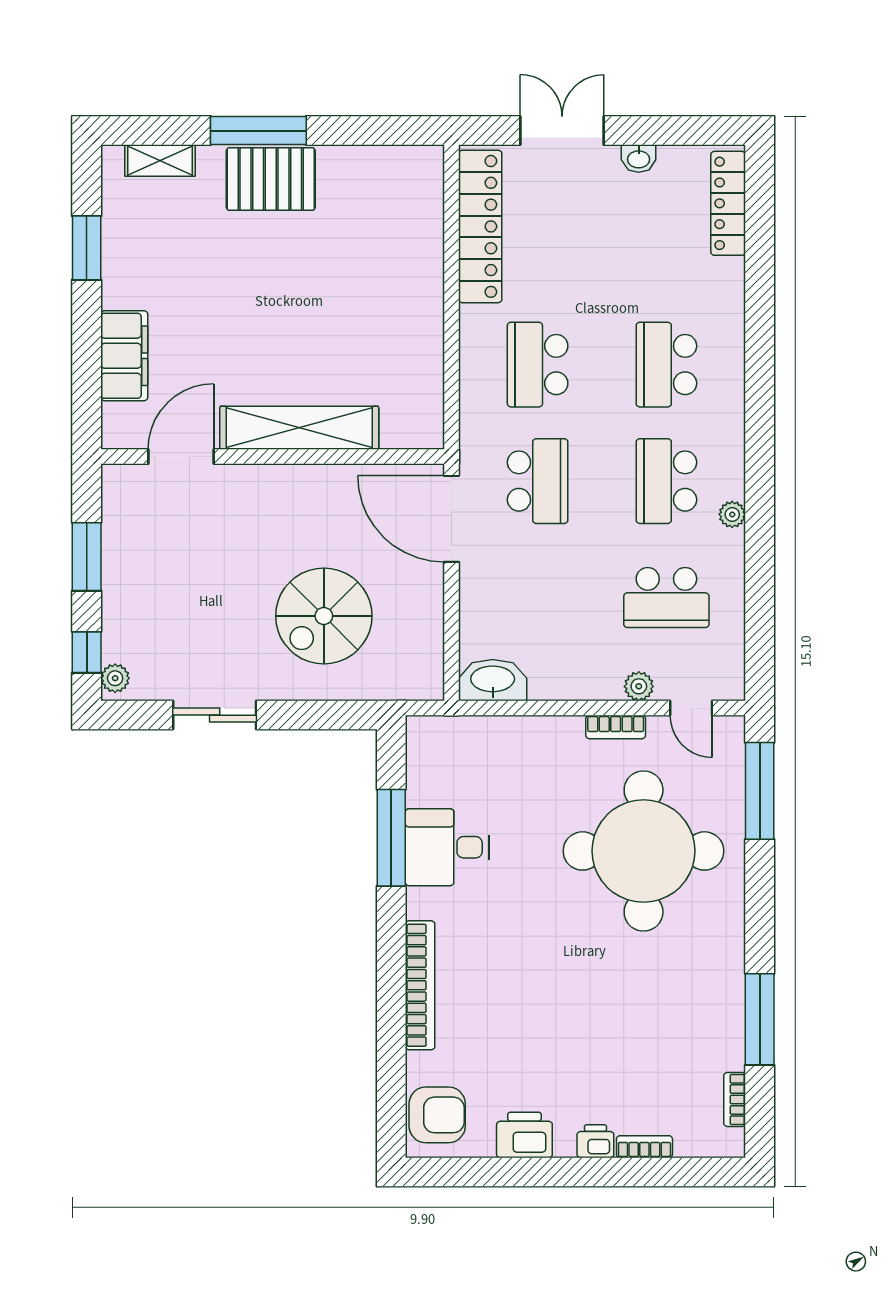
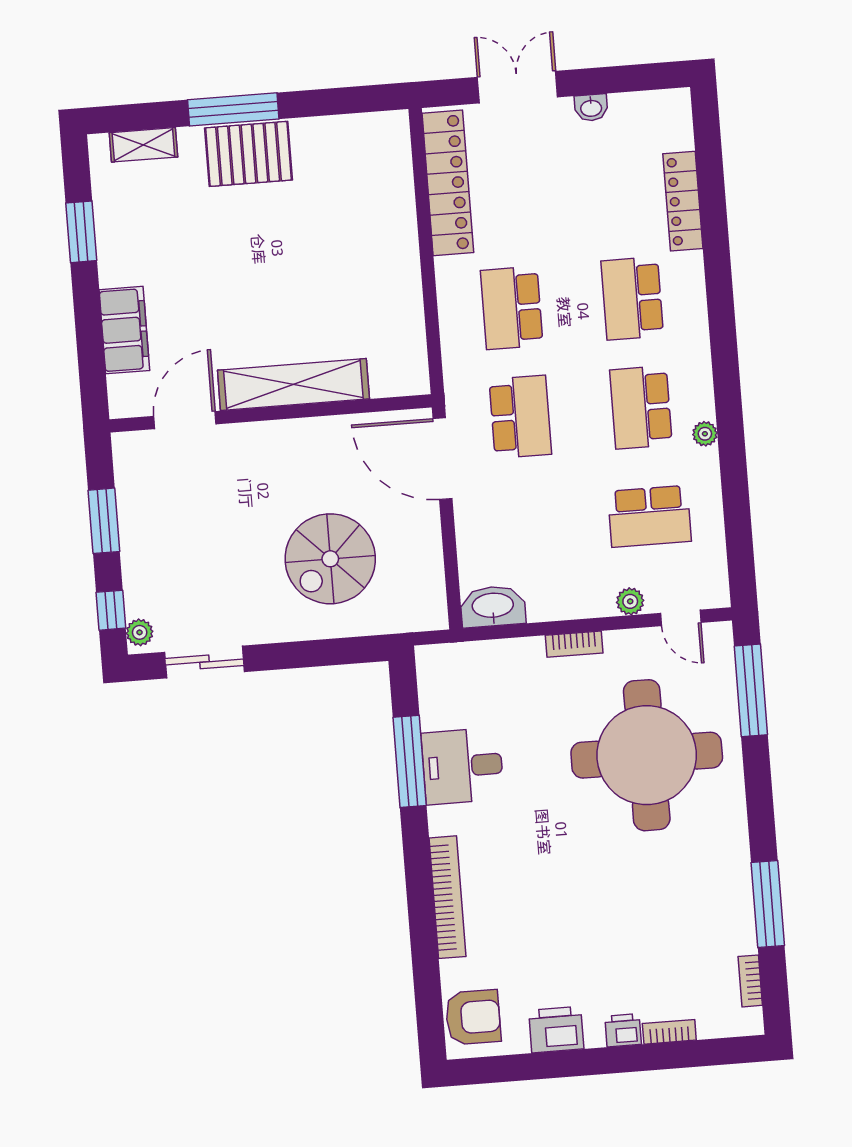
locker: (728, 203) -> (683, 201), moved
sliding door: (215, 715) -> (204, 662), moved
bookcase: (616, 727) -> (574, 644), moved

